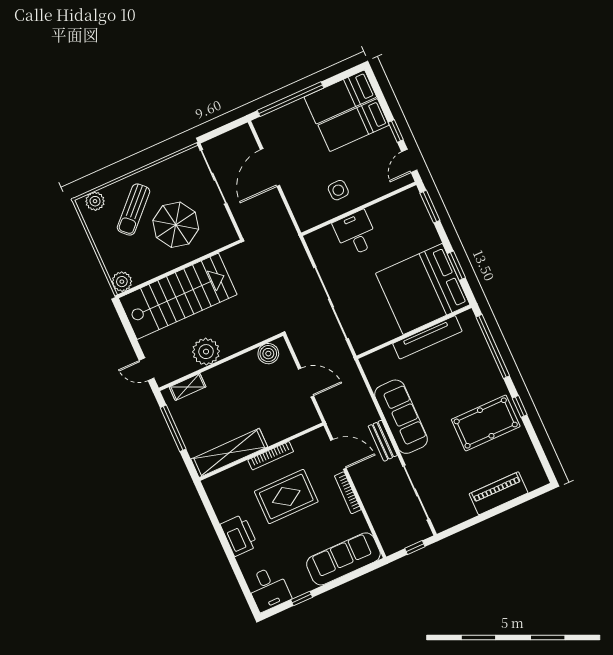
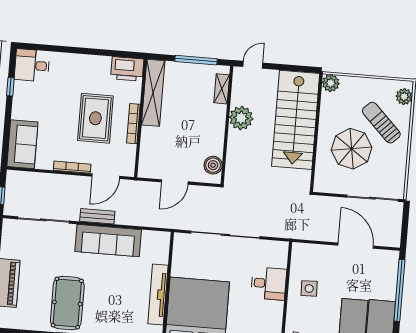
printer: (239, 535) -> (127, 69), moved
sofa: (343, 559) -> (22, 144), width x0.73

